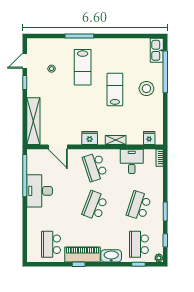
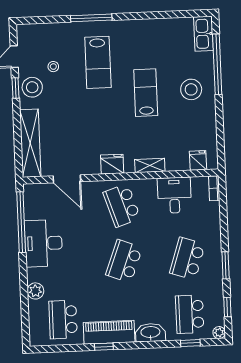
stool: (36, 82) -> (32, 87), added
plant: (33, 224) -> (35, 291), added

